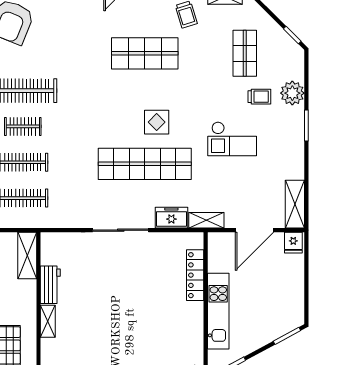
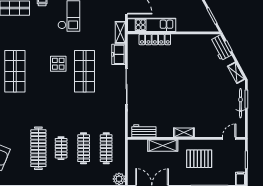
shop shelf: (145, 164) -> (85, 71), width x0.71
shelving: (27, 256) -> (163, 145), moved
workbench: (50, 285) -> (144, 131), moved
kitchen unit: (218, 311) -> (152, 25), moved

